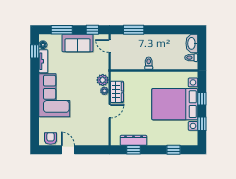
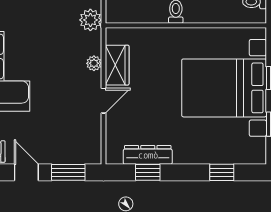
plant: (103, 80) -> (90, 20), moved
window: (91, 150) -> (68, 172), added

